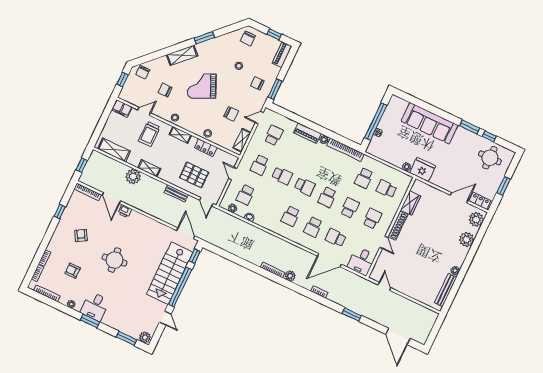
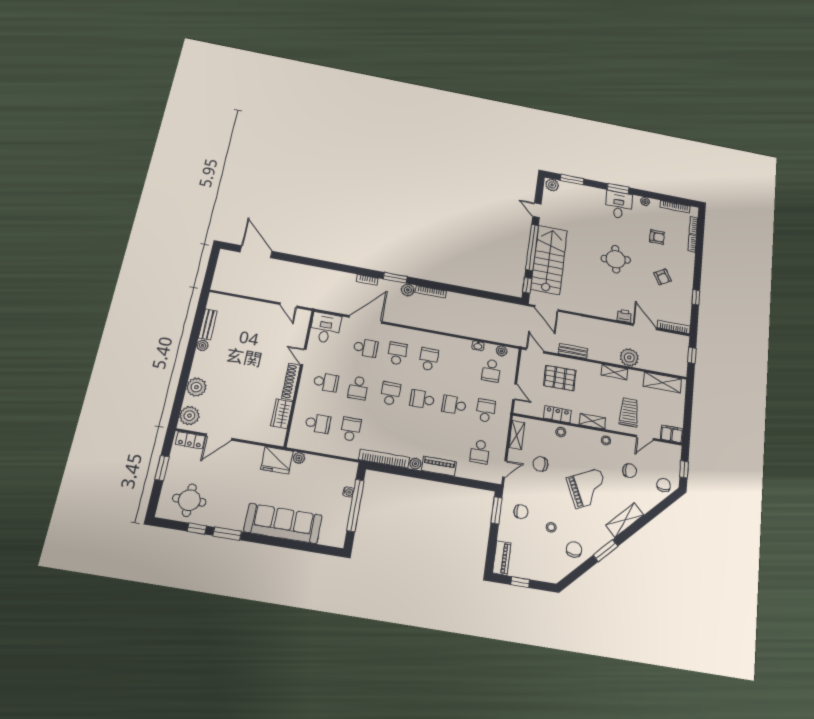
chair: (248, 38) -> (574, 549), moved
school desk: (245, 195) -> (491, 371), turned 180
school desk: (372, 219) -> (326, 382), turned -90
bench: (446, 290) -> (208, 324), width x0.73
window: (352, 314) -> (395, 278), moved

